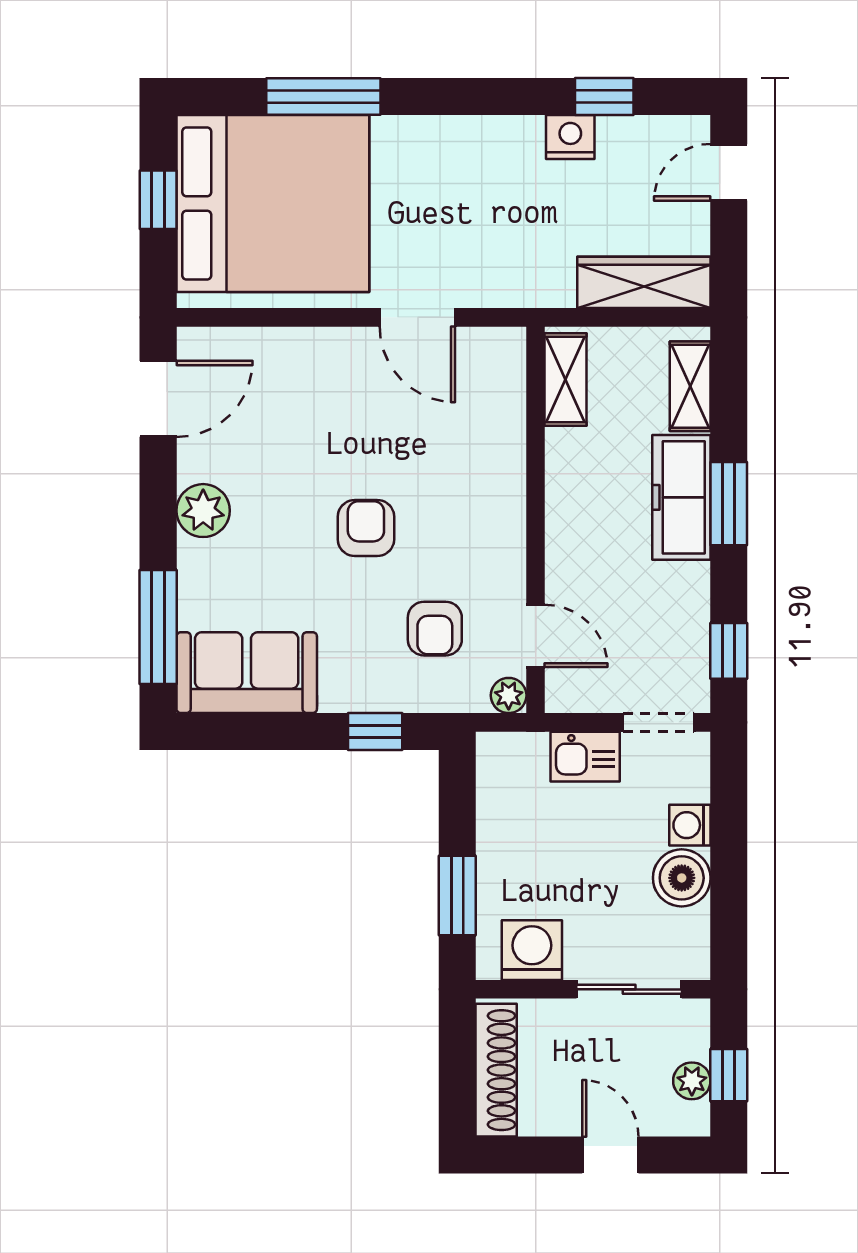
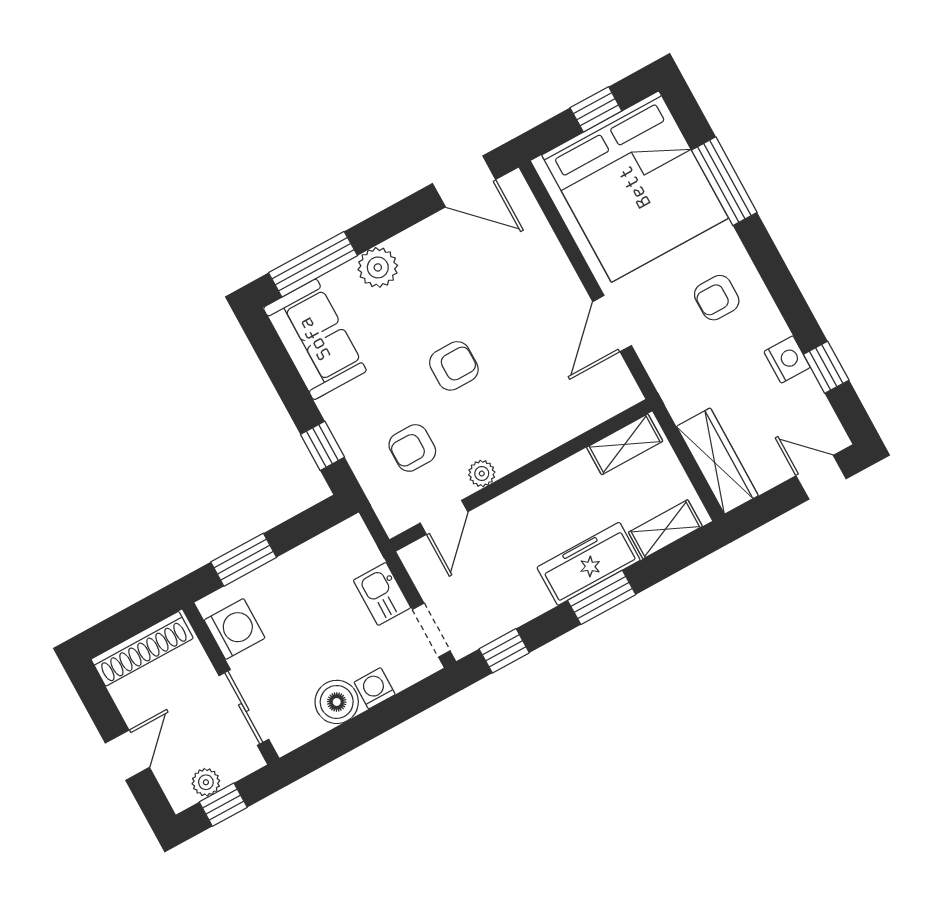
armchair: (454, 179) -> (717, 298), added
plant: (203, 511) -> (378, 267), moved
plant: (509, 695) -> (482, 474), moved

